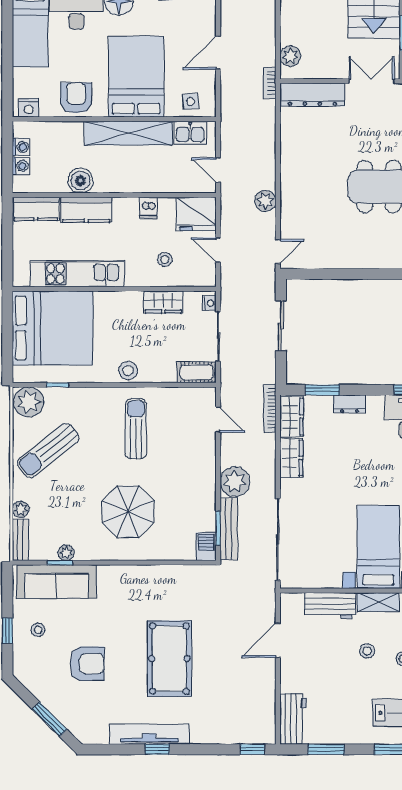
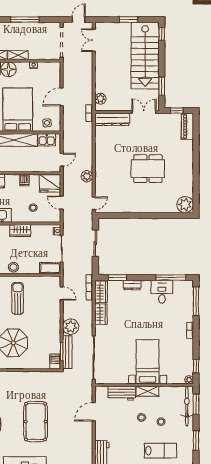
door: (218, 170) -> (62, 160), swing flipped
wardrobe: (163, 302) -> (20, 231), moved

